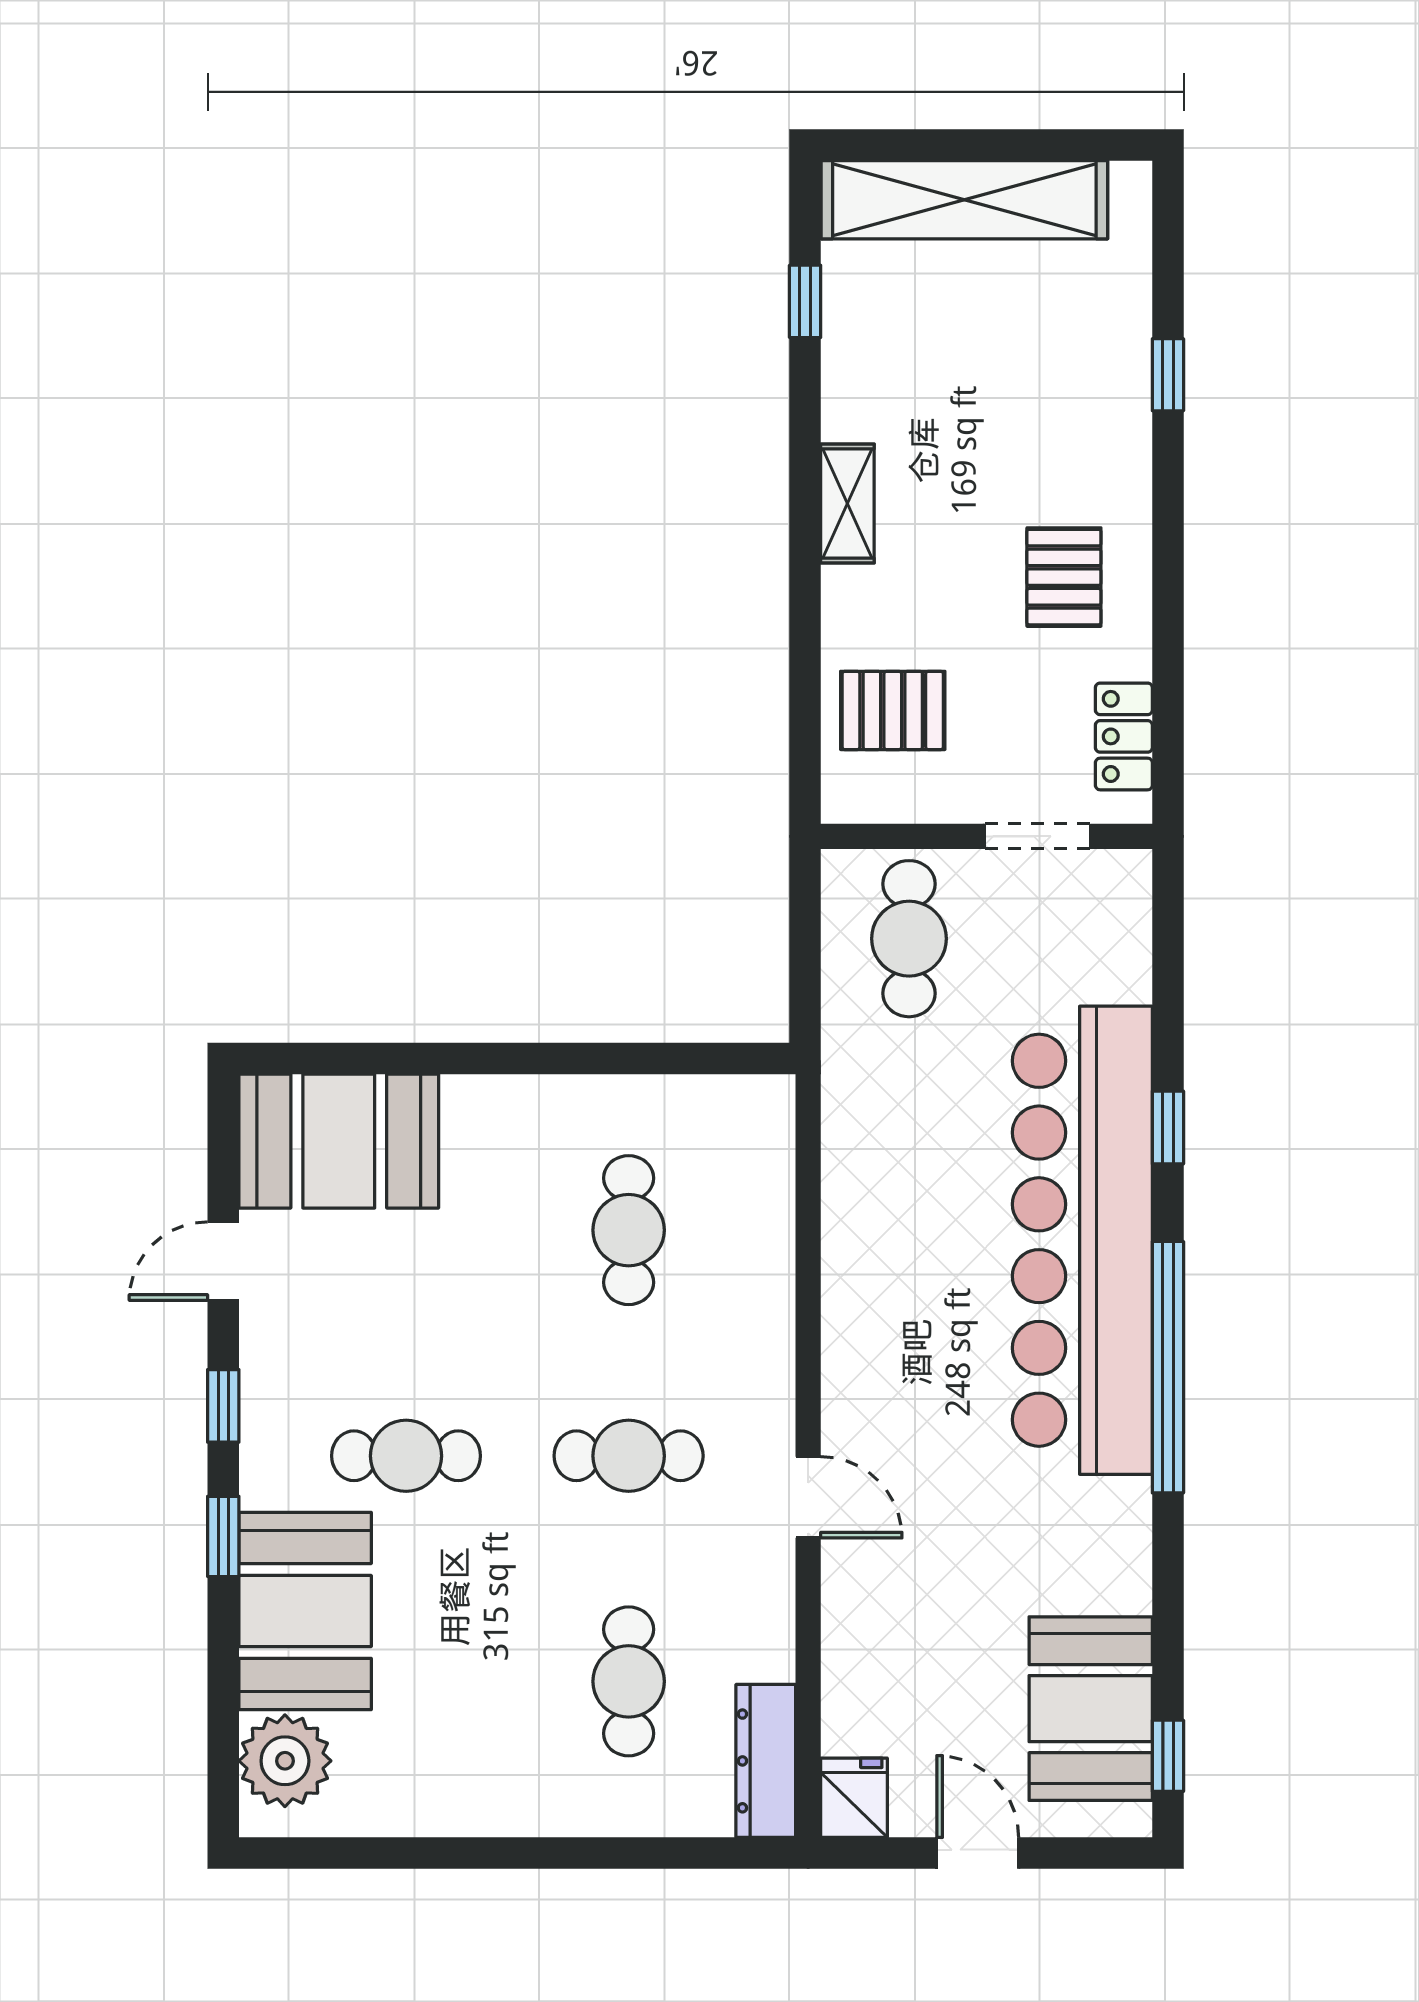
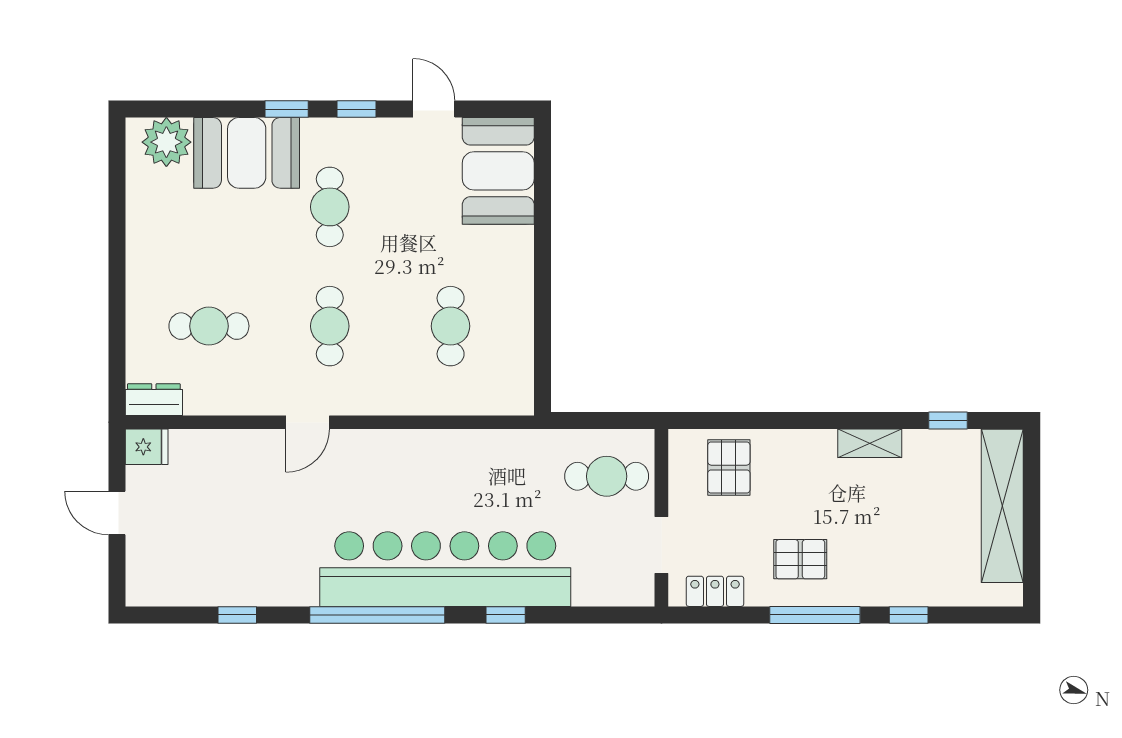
shelving: (847, 503) -> (870, 443), moved
window: (1168, 550) -> (815, 615), added
cafe table: (629, 1230) -> (451, 326), turned 90
booth: (1091, 1709) -> (194, 574), removed
window: (1168, 1756) -> (237, 615), moved
dresser: (766, 1761) -> (154, 400), width x0.70
door: (978, 1853) -> (117, 513), swing flipped

